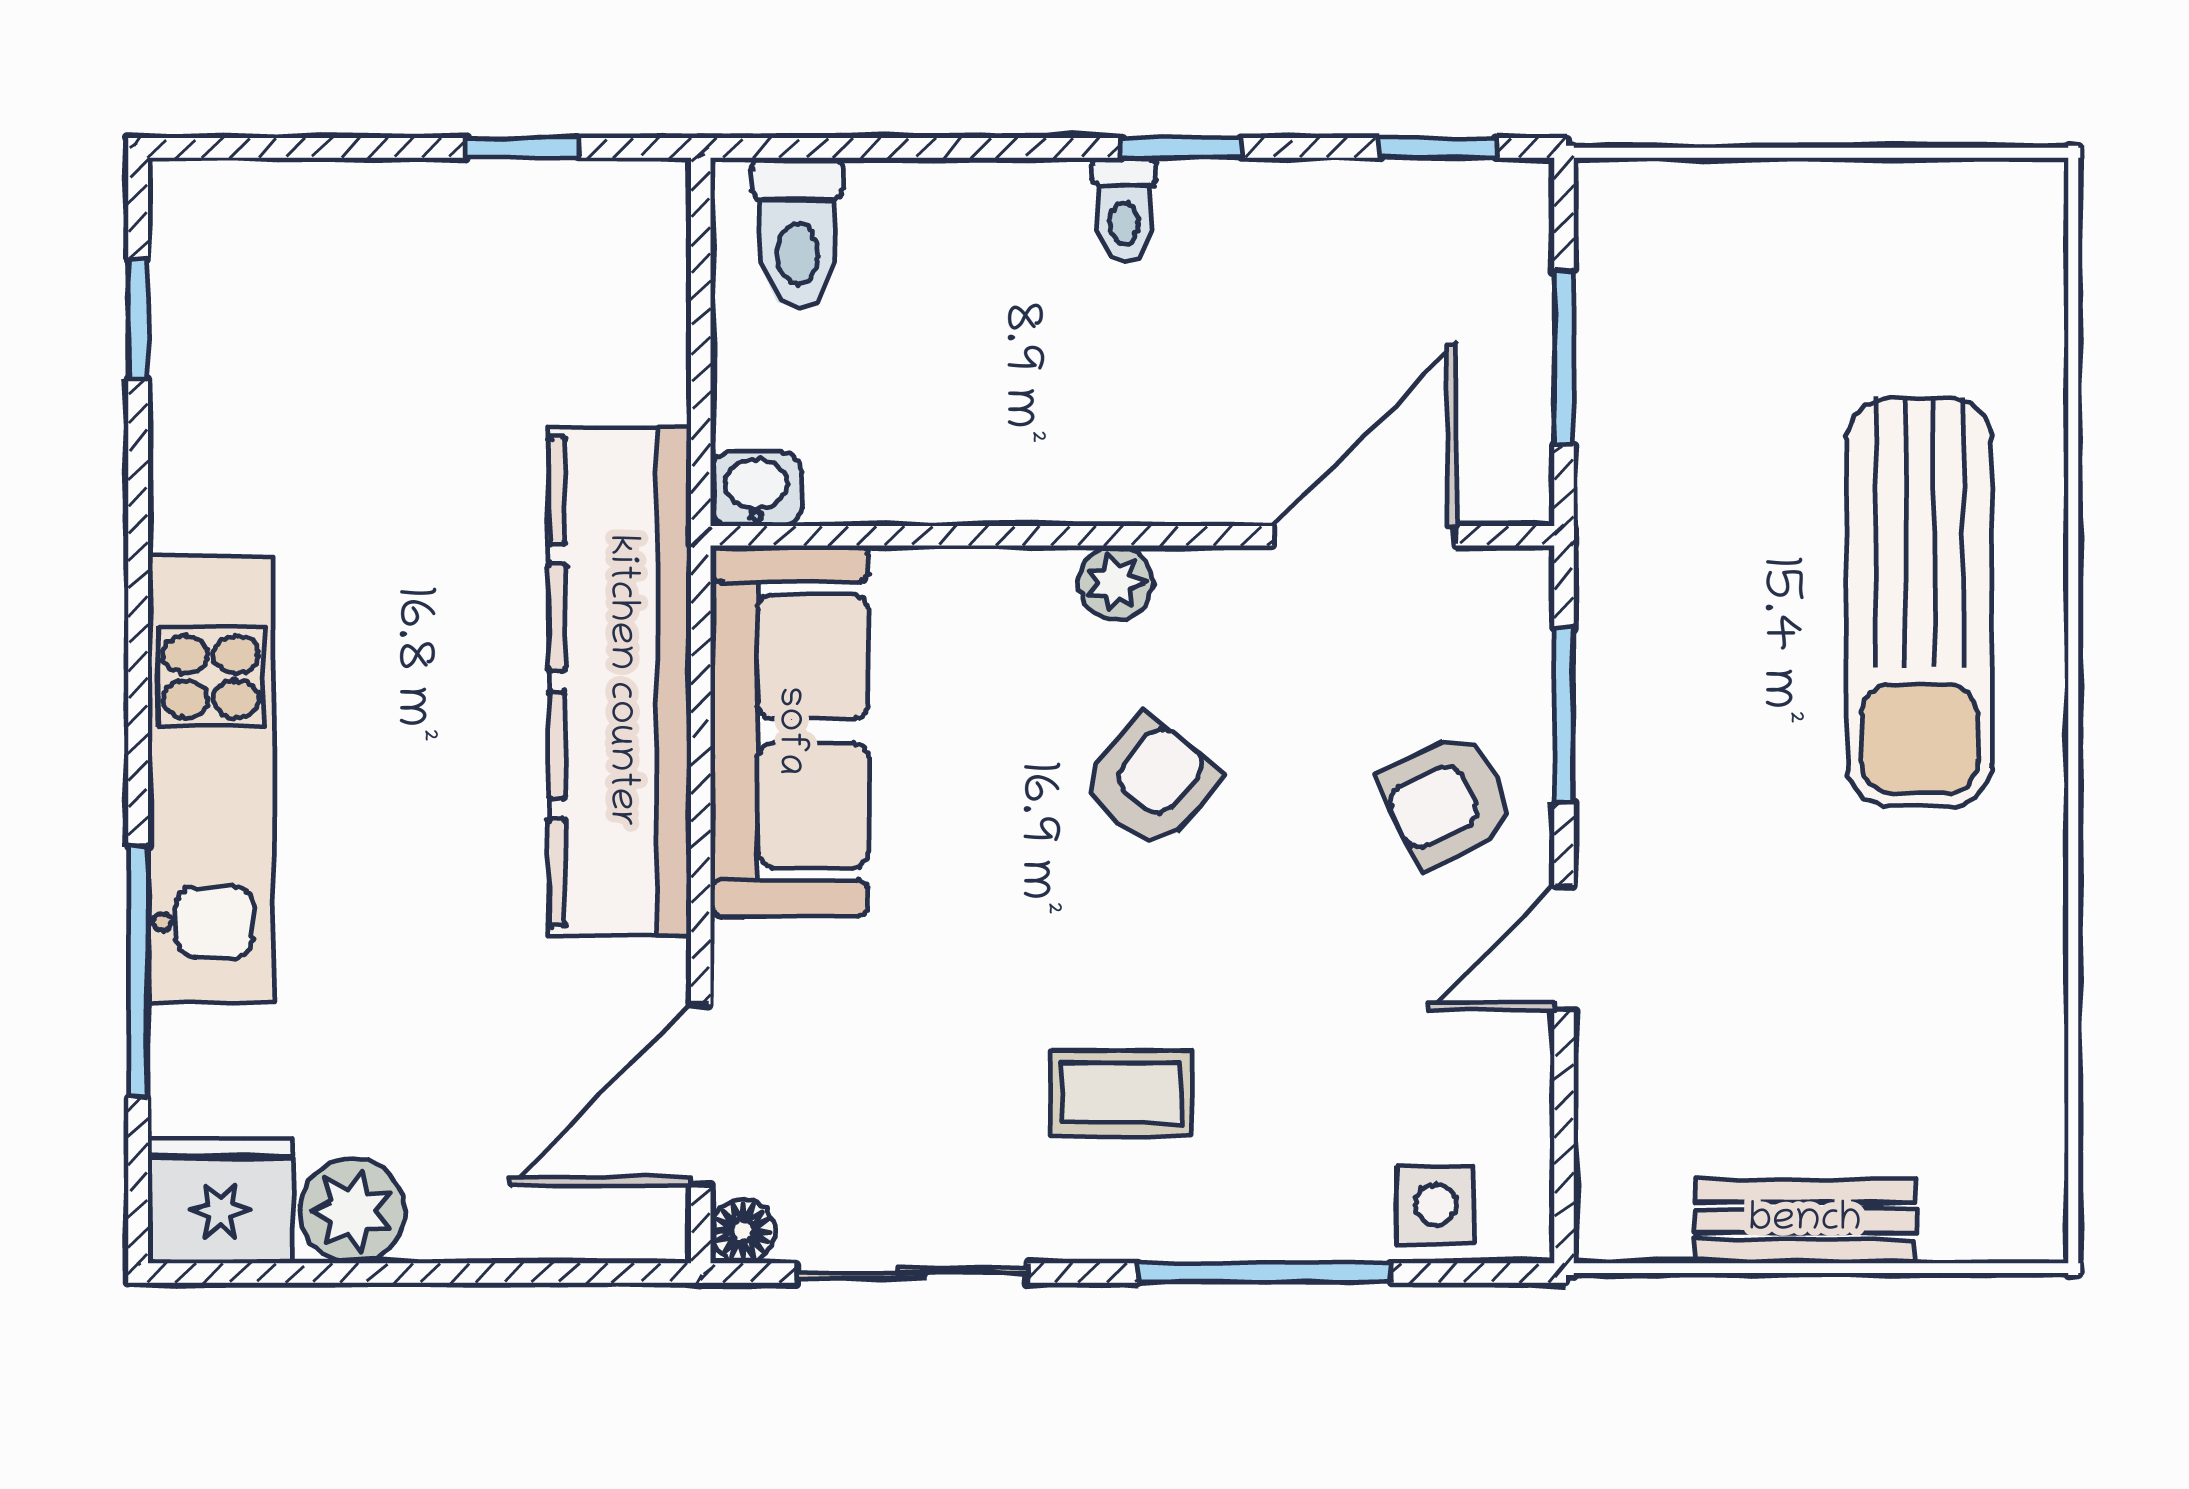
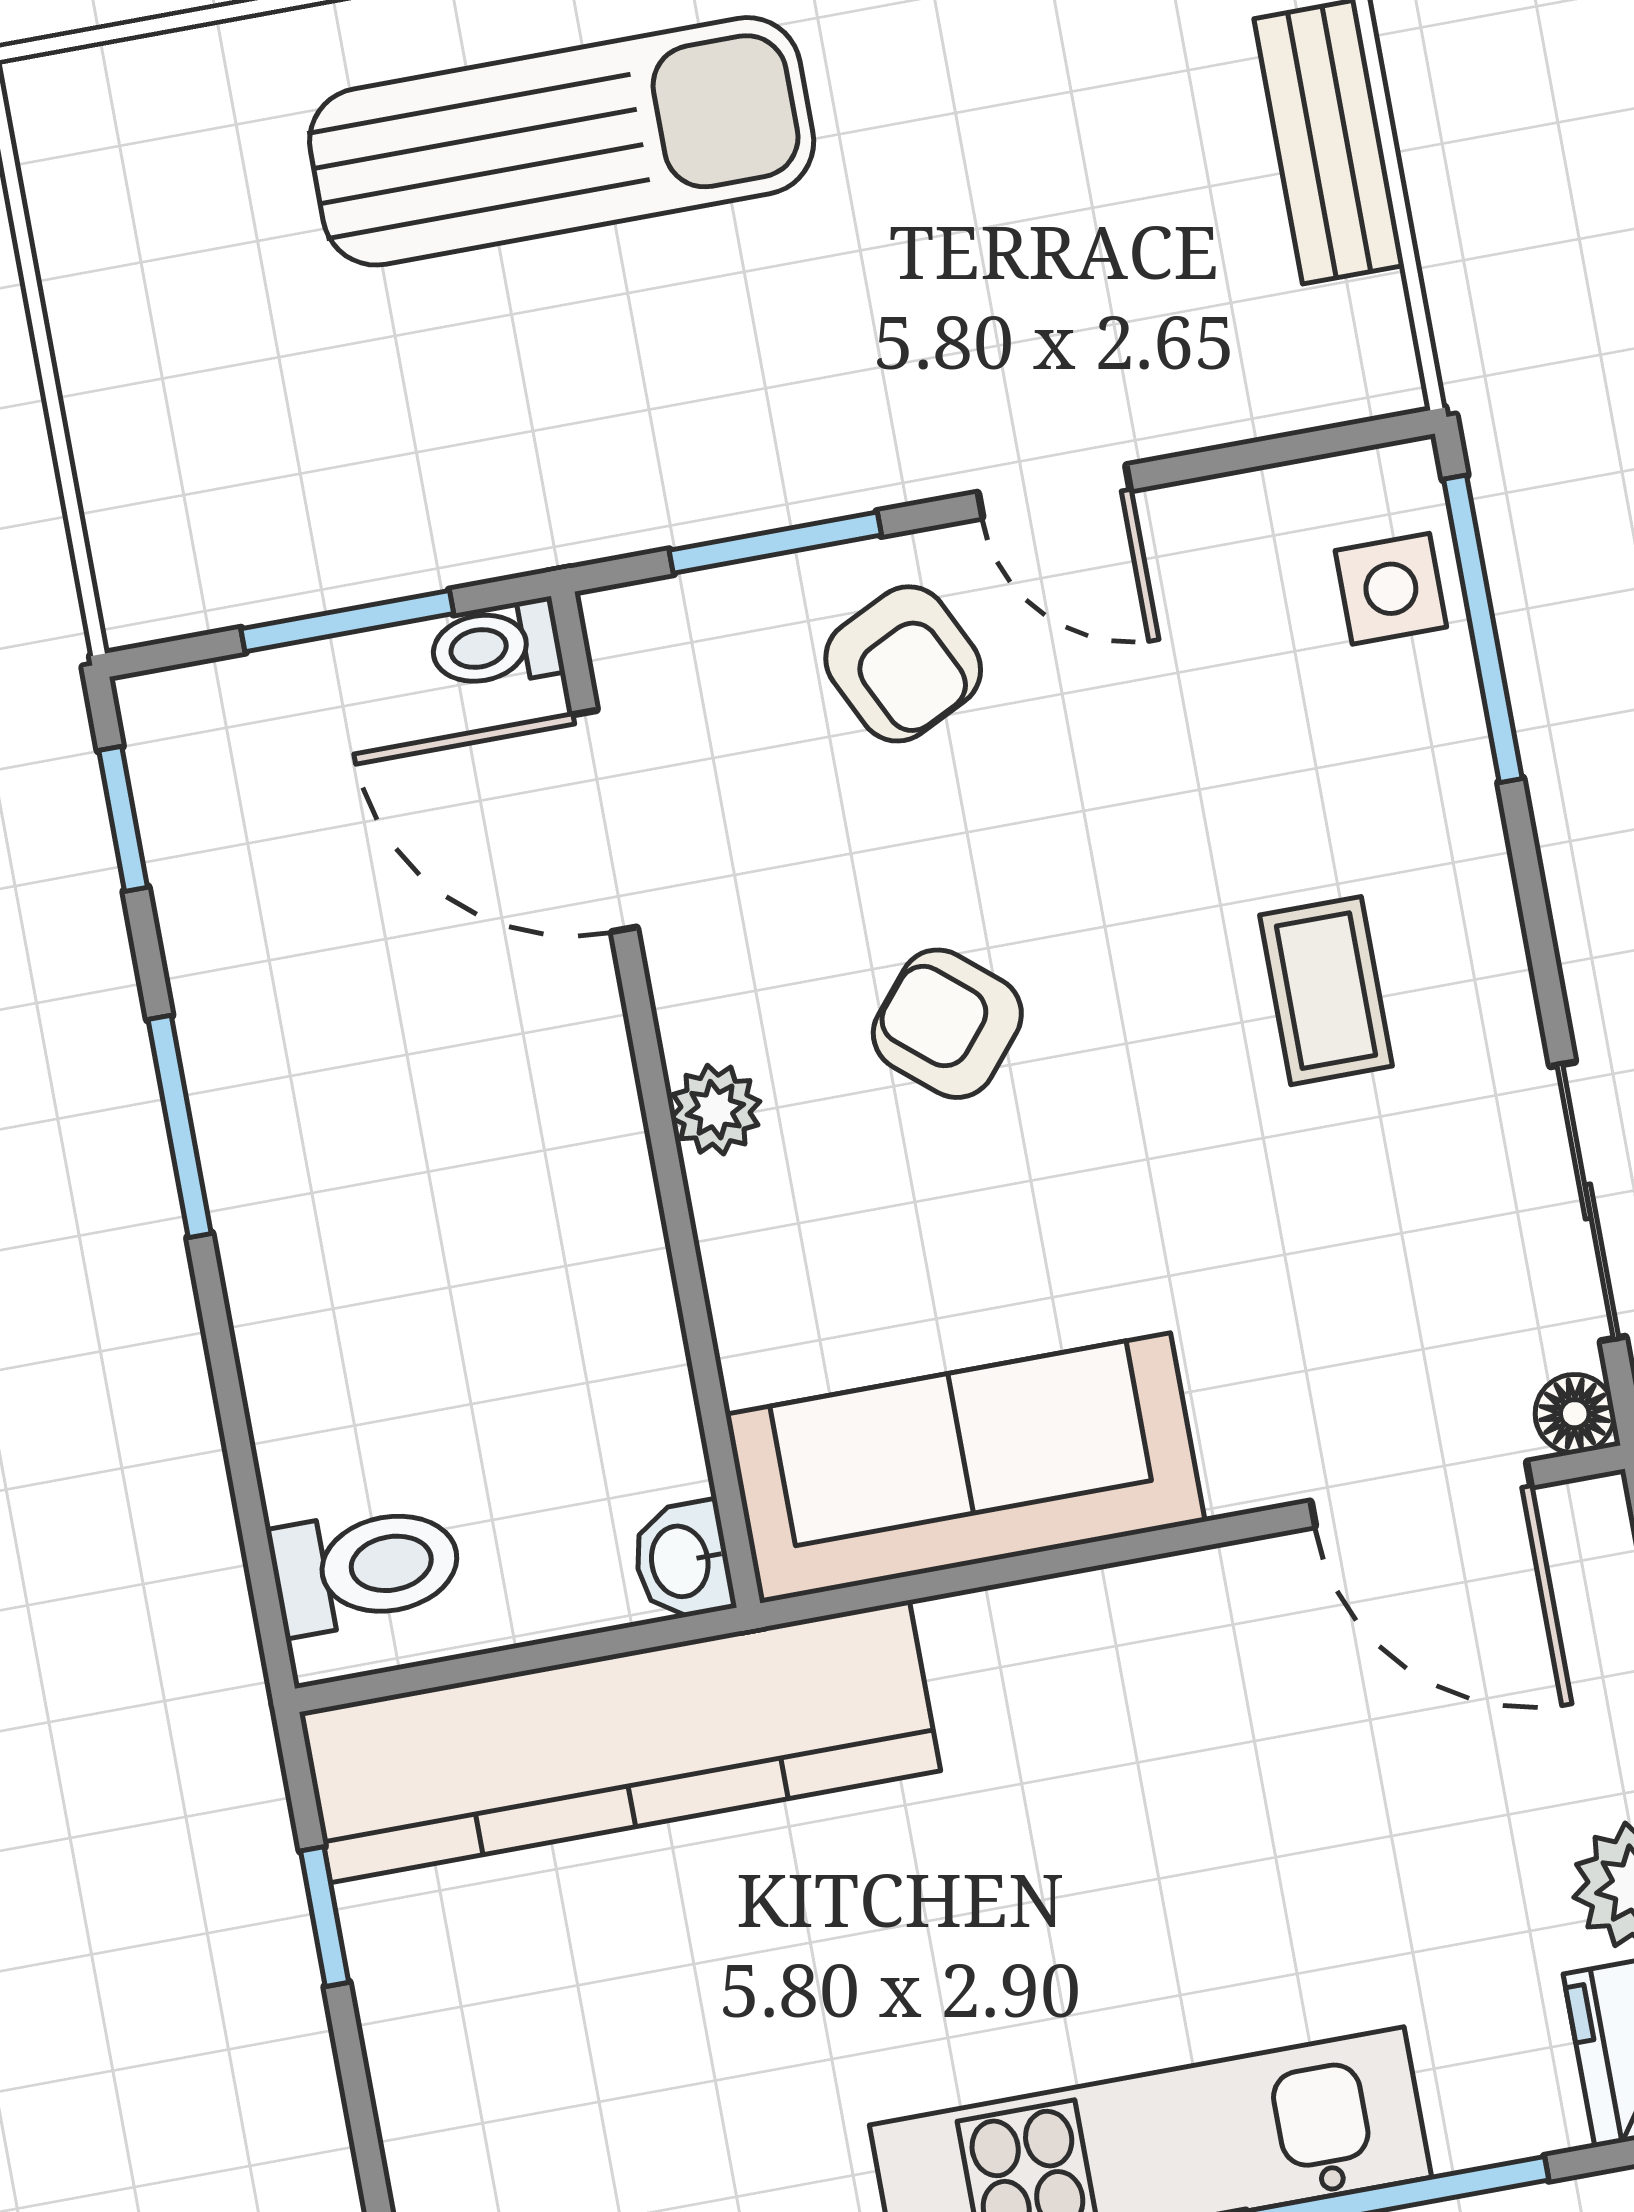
window: (1181, 148) -> (180, 1127), width x1.50
toilet: (1124, 209) -> (496, 645), moved, turned 180
kitchen counter: (620, 681) -> (620, 1741), moved
window: (1264, 1273) -> (1483, 629), moved

